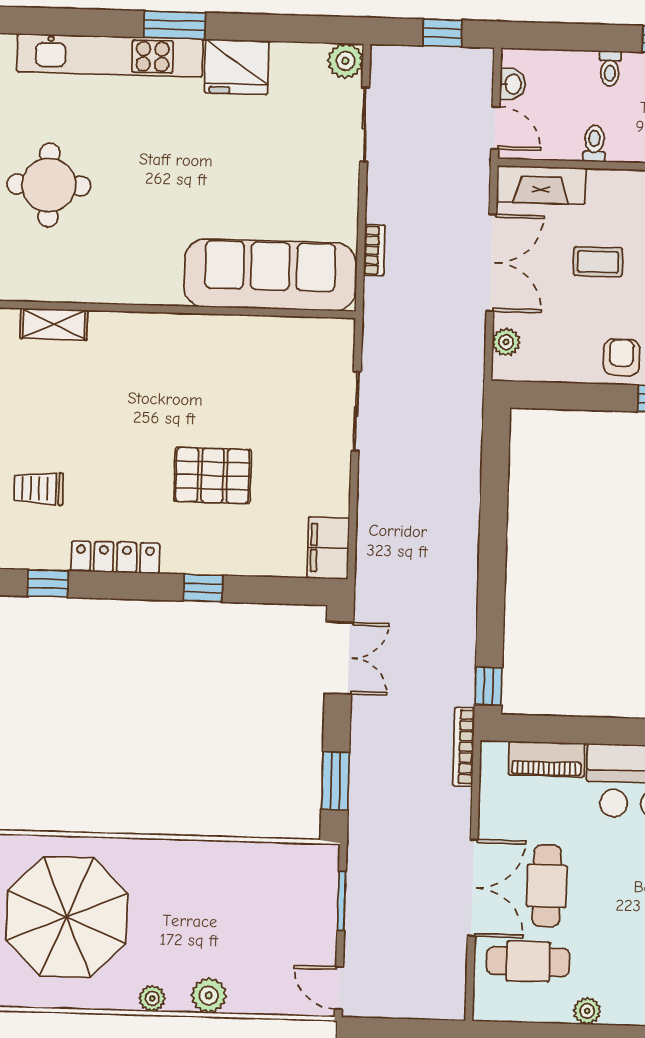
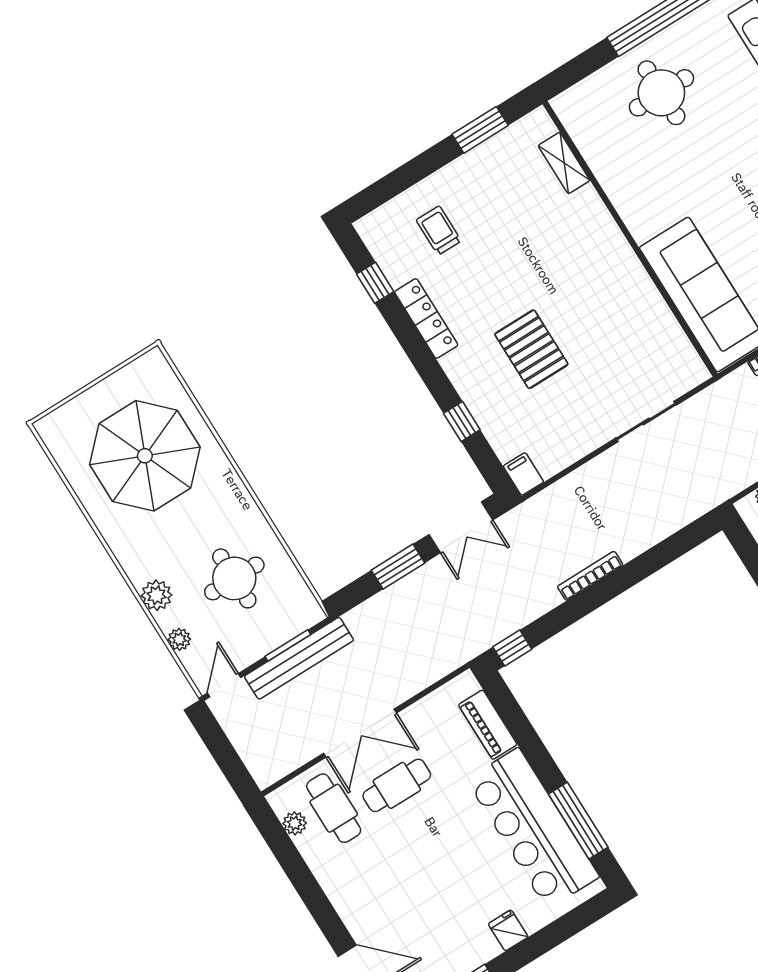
filing cabinet: (328, 548) -> (523, 474), width x0.50
window: (203, 588) -> (462, 422), moved
bookcase: (464, 747) -> (590, 576), moved
window: (335, 781) -> (398, 567), moved
bench: (361, 898) -> (299, 658), added
round table: (243, 910) -> (234, 578), added
plant: (152, 998) -> (179, 639), moved
plant: (587, 1011) -> (295, 823), moved

